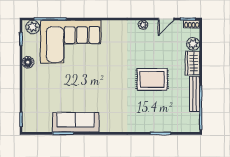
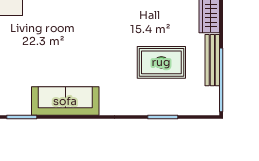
rug: (152, 79) -> (161, 62), moved
sofa: (76, 122) -> (65, 101), moved

